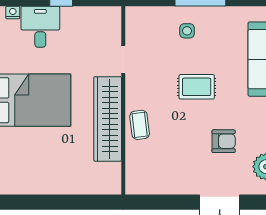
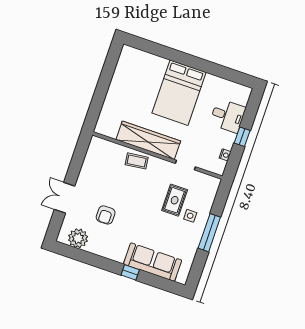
nightstand: (13, 12) -> (225, 155), moved
rug: (197, 87) -> (175, 200), moved

